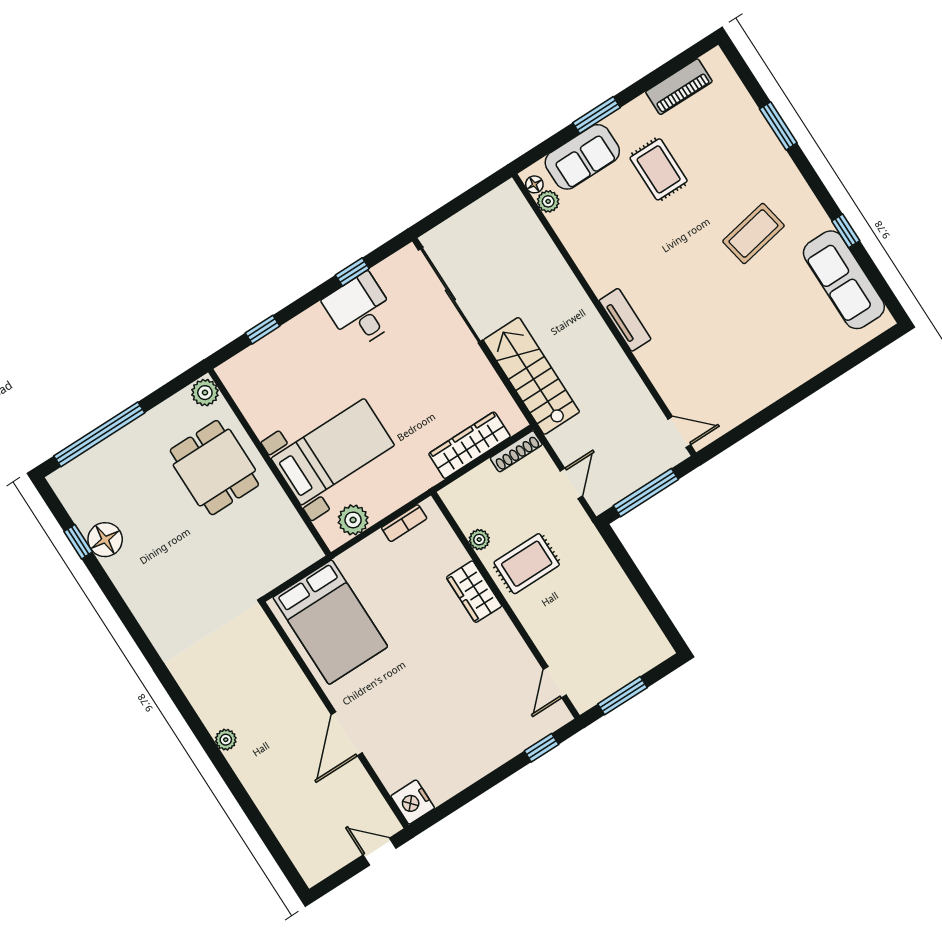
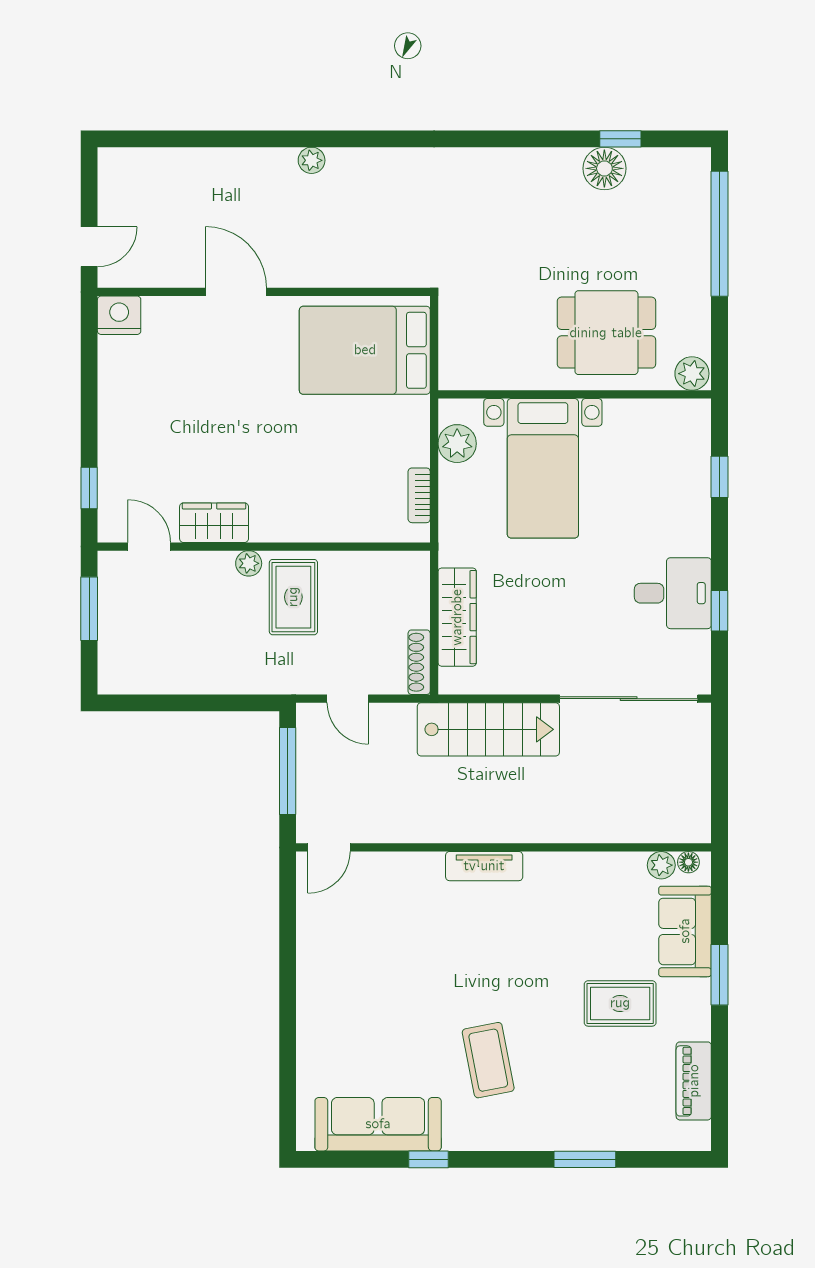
plant: (479, 540) -> (249, 563), moved
wardrobe: (474, 592) -> (214, 523), moved

